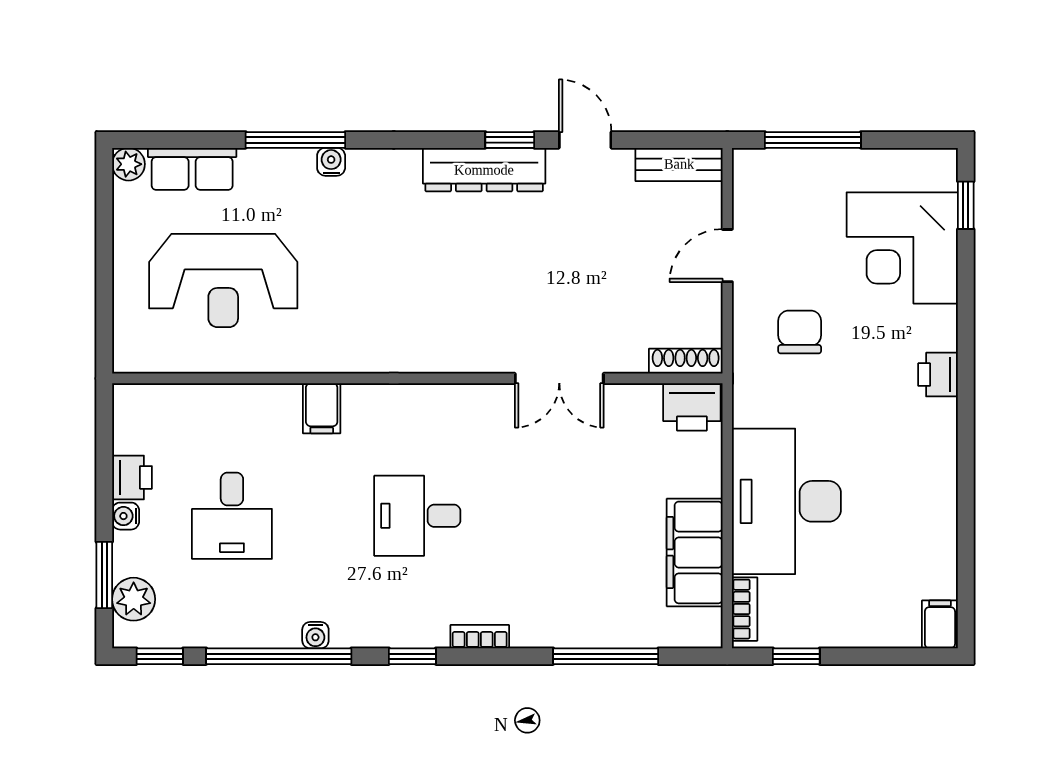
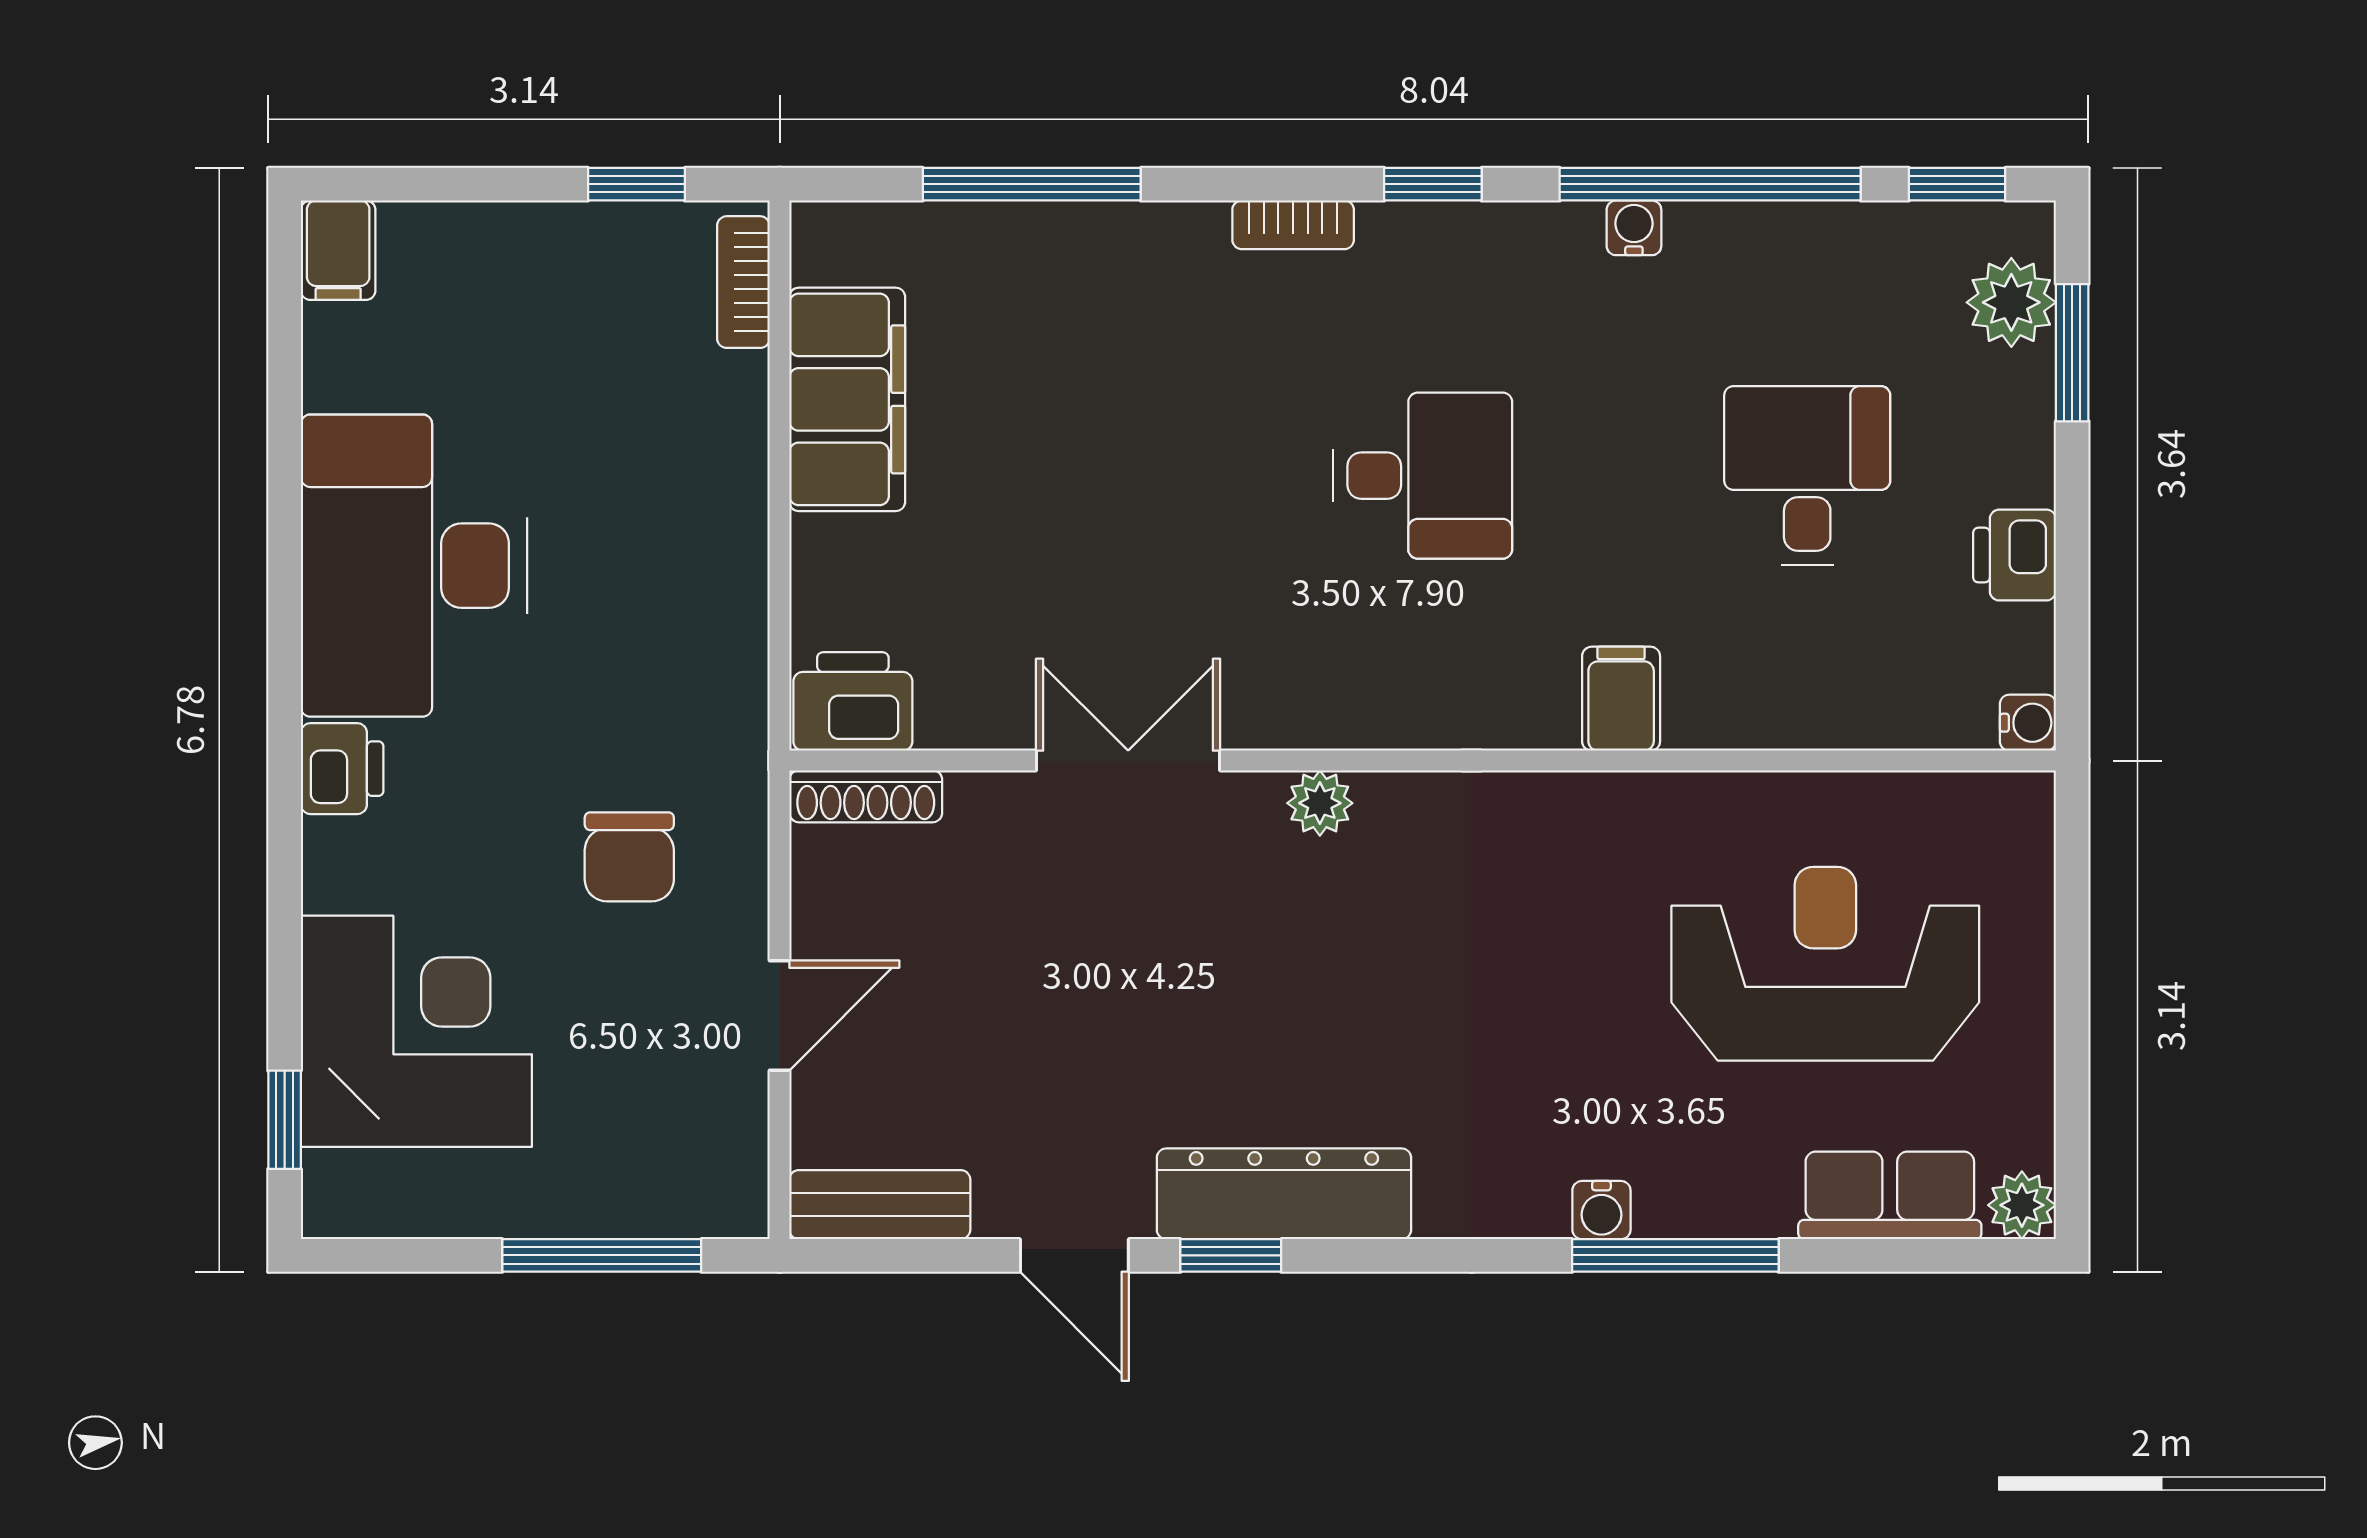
plant: (467, 358) -> (1320, 803), added
desk: (786, 501) -> (414, 566), moved, turned 180
water cooler: (126, 516) -> (2028, 723), moved

